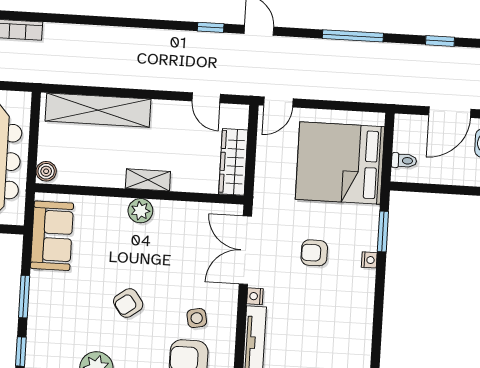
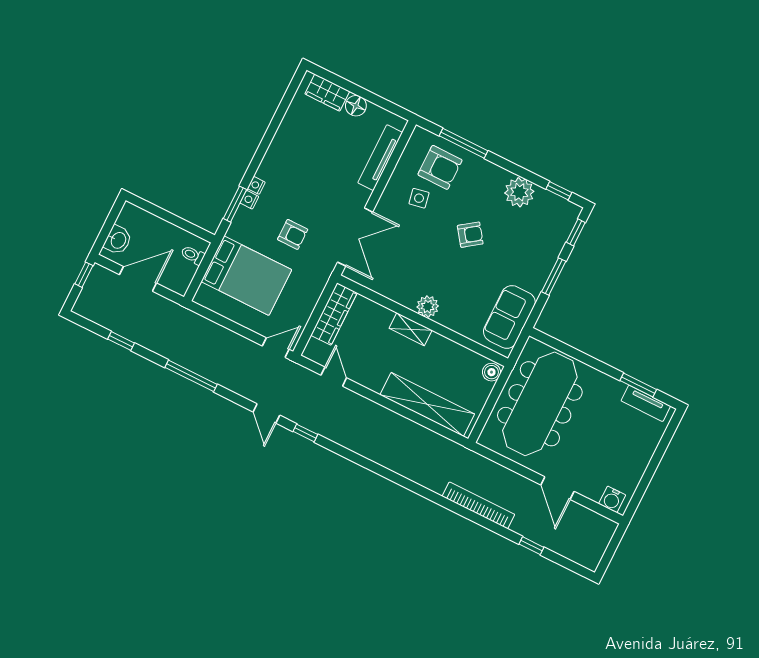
bed: (340, 163) -> (246, 276), width x0.73
armchair: (314, 253) -> (293, 234), moved
nightstand: (255, 296) -> (249, 200), moved, turned 180

